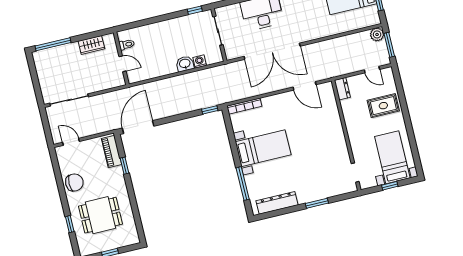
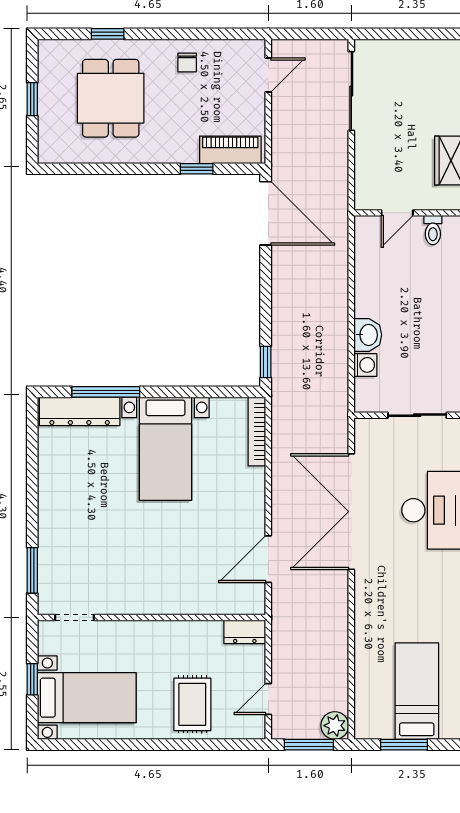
chair: (74, 182) -> (187, 62), width x0.54, depth x0.54
dresser: (277, 203) -> (80, 411), moved, turned 90
window: (317, 203) -> (32, 570), moved

